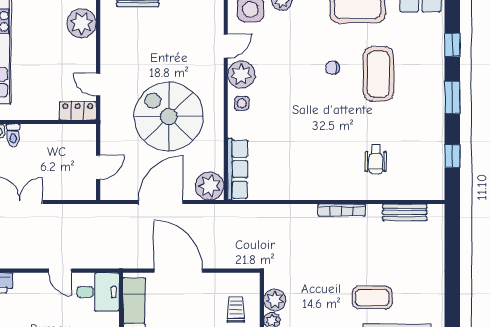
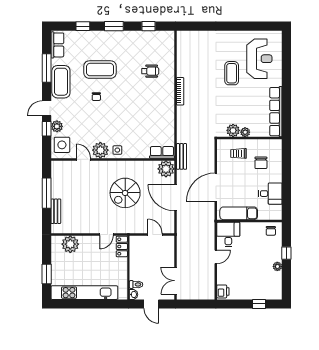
spiral stairs: (169, 117) -> (125, 193), width x0.73, depth x0.73
row of seats: (238, 169) -> (162, 152), width x0.68
bench: (405, 212) -> (182, 156), moved

